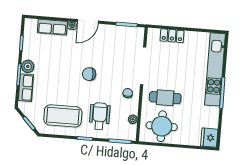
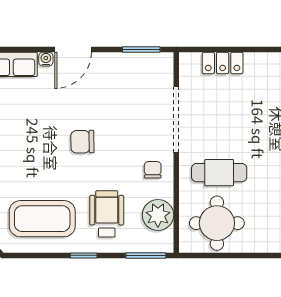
plant: (133, 119) -> (158, 215), width x1.87, depth x1.87

